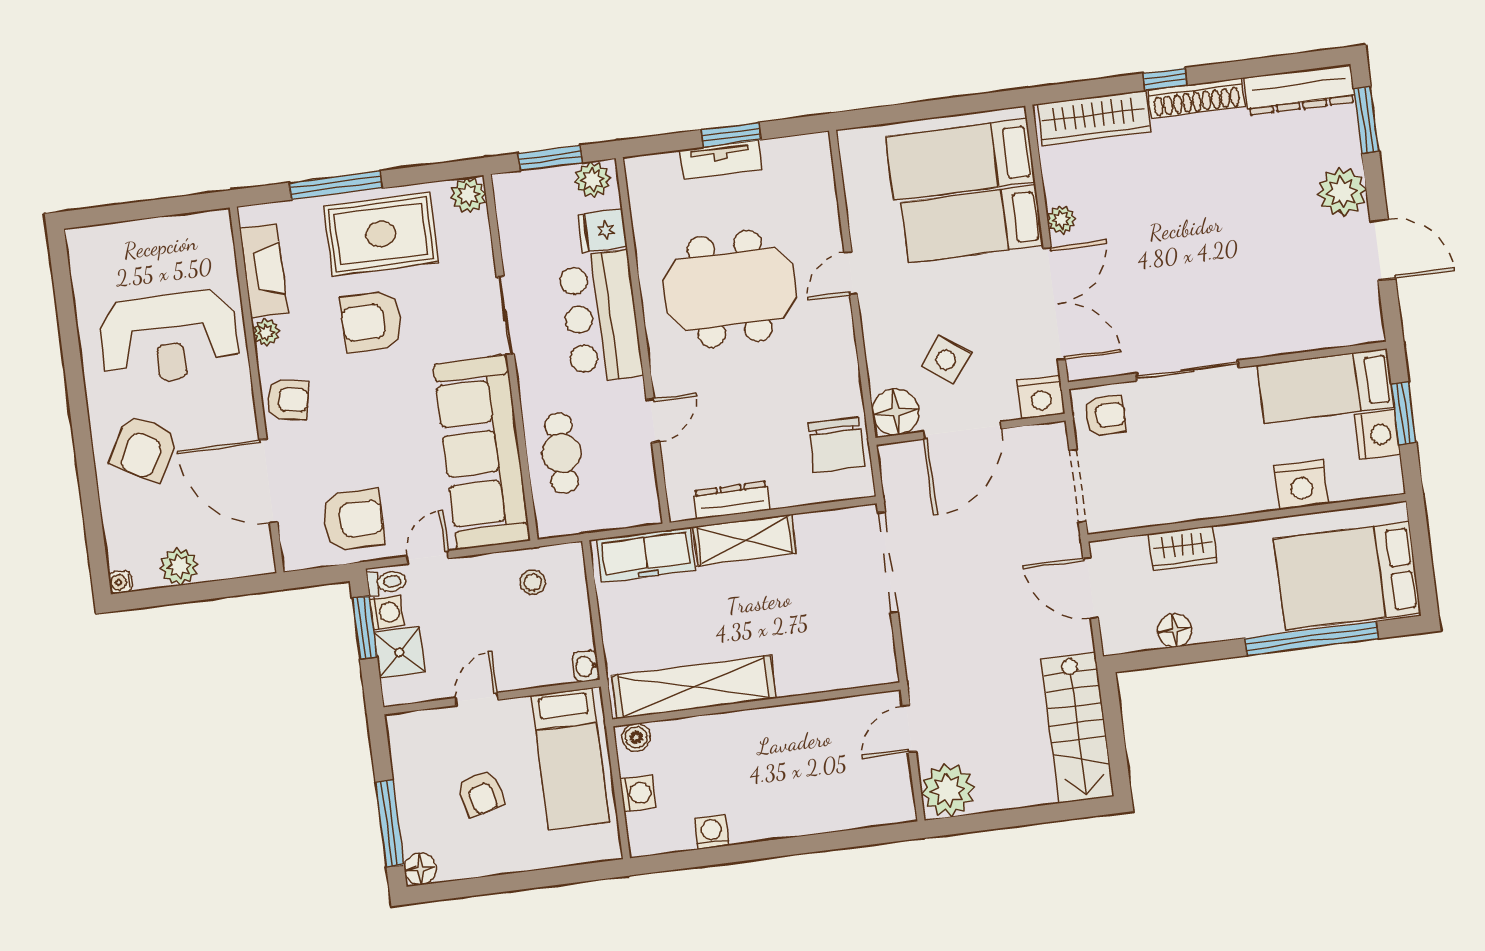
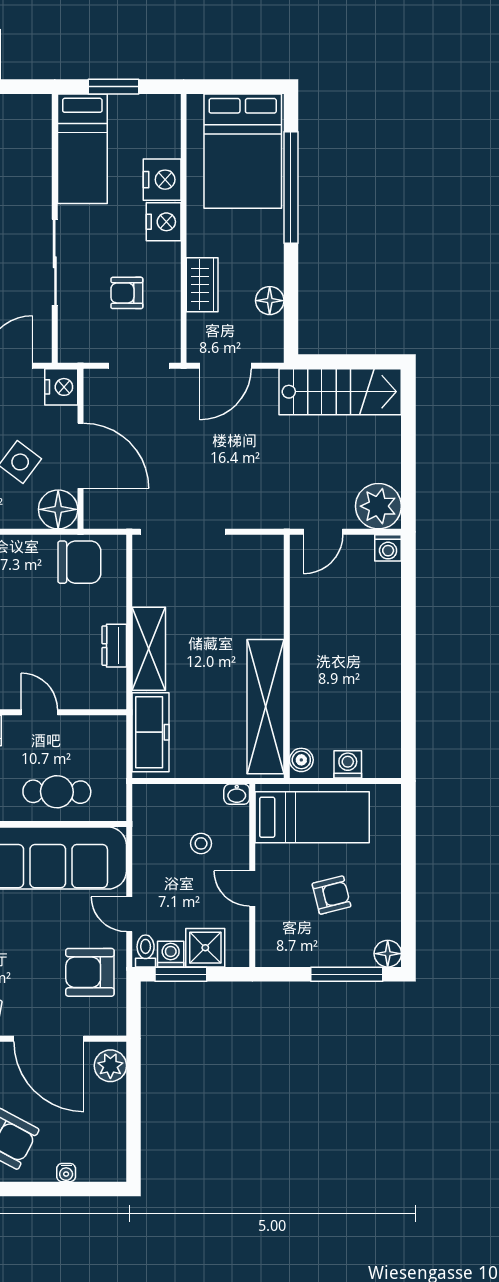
armchair: (1105, 416) -> (127, 293), moved, turned -90
nightstand: (1377, 435) -> (164, 222), moved, turned 90
door: (268, 481) -> (49, 1039), hinge flipped
dresser: (732, 500) -> (114, 646), width x0.70
armchair: (353, 520) -> (90, 972), turned -90
plant: (179, 566) -> (110, 1066), moved
water cooler: (120, 582) -> (66, 1173), moved
stool: (533, 582) -> (201, 843), moved
door: (909, 729) -> (323, 532), hinge flipped
washing machine: (712, 832) -> (388, 548), moved, turned -90

